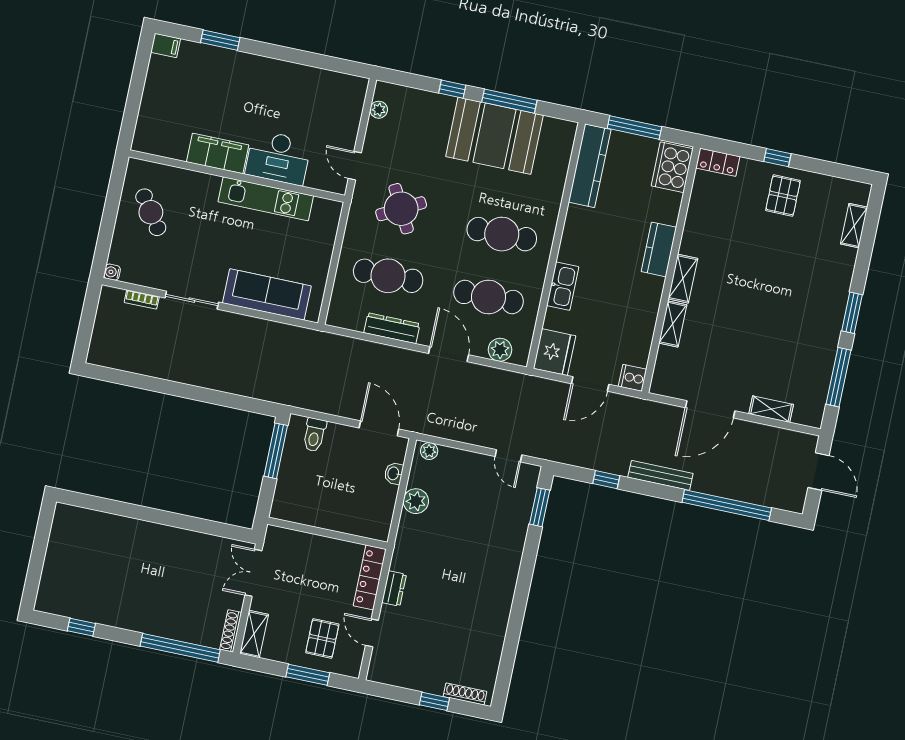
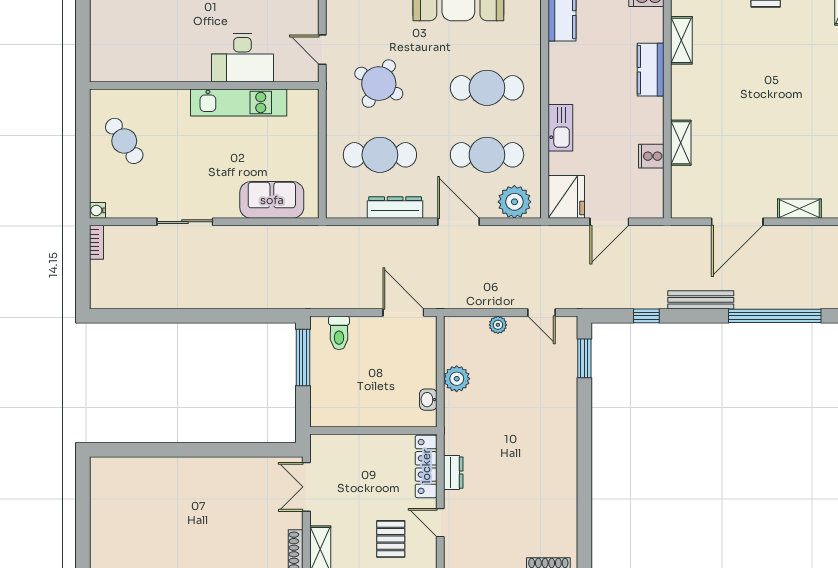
filing cabinet: (218, 153) -> (180, 67), removed
round table: (401, 209) -> (379, 84), turned -32
shelving: (683, 279) -> (681, 40), moved
sofa: (267, 294) -> (272, 200), width x0.73
bookcase: (142, 300) -> (97, 242), moved, turned -90
plant: (500, 350) -> (514, 202), width x1.36, depth x1.36
cooker: (632, 378) -> (651, 156), moved
plant: (429, 451) -> (498, 325), moved
washbasin: (394, 473) -> (428, 400), moved

